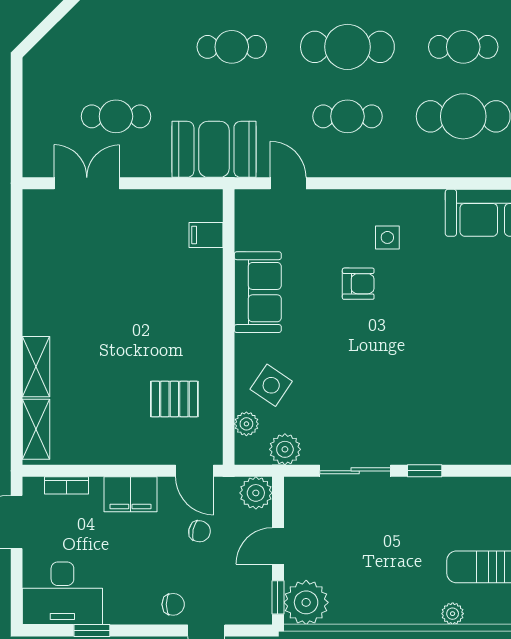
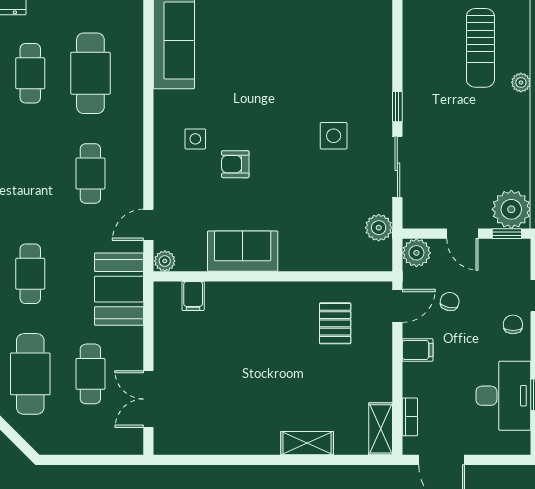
cafe table: (347, 47) -> (30, 374), moved
armchair: (358, 284) -> (235, 164), turned -90
side table: (271, 385) -> (334, 136), moved, turned -34
plant: (246, 424) -> (165, 261), moved
shelving: (36, 429) -> (381, 429), moved, turned 90
filing cabinet: (130, 494) -> (418, 350), width x0.50
desk: (62, 593) -> (503, 396), moved

